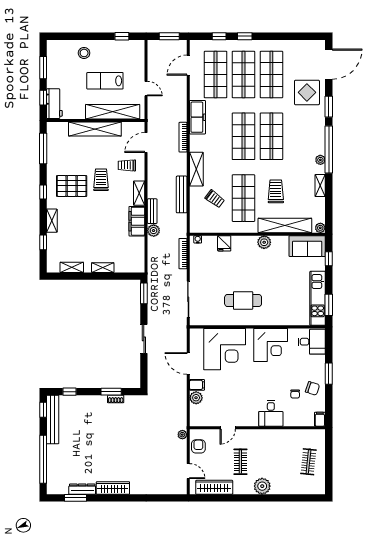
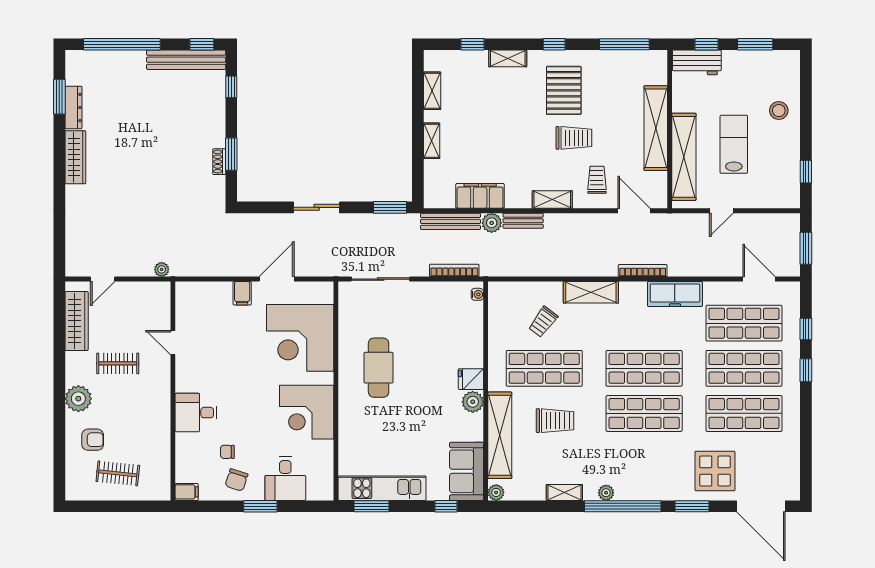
bench: (182, 194) -> (450, 221), moved
filing cabinet: (137, 221) -> (480, 196), moved
fridge: (224, 243) -> (471, 379), moved
desk: (312, 342) -> (285, 479), moved
plant: (196, 398) -> (221, 292), removed
armchair: (198, 446) -> (93, 440), moved

